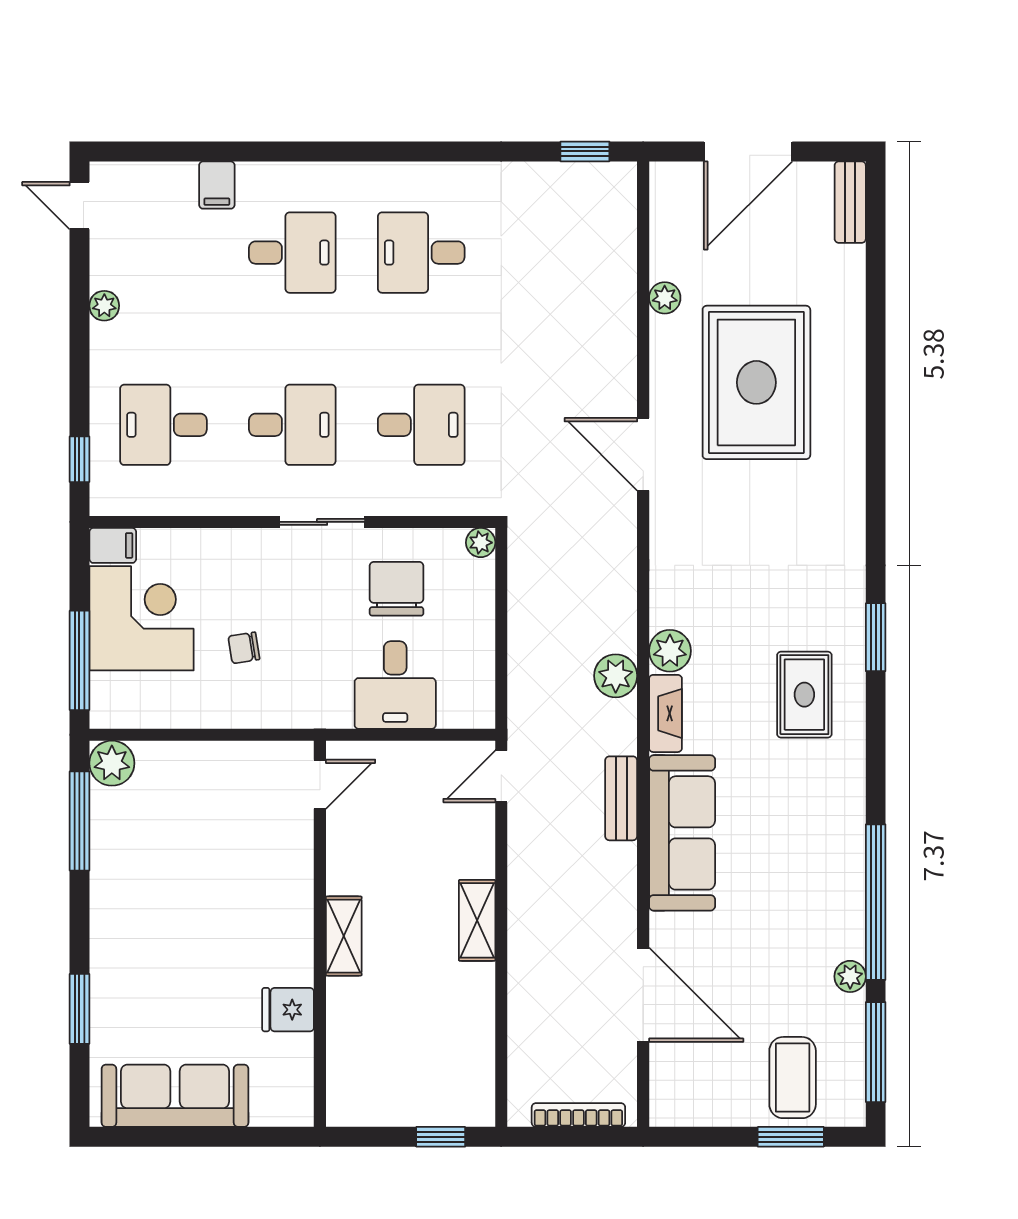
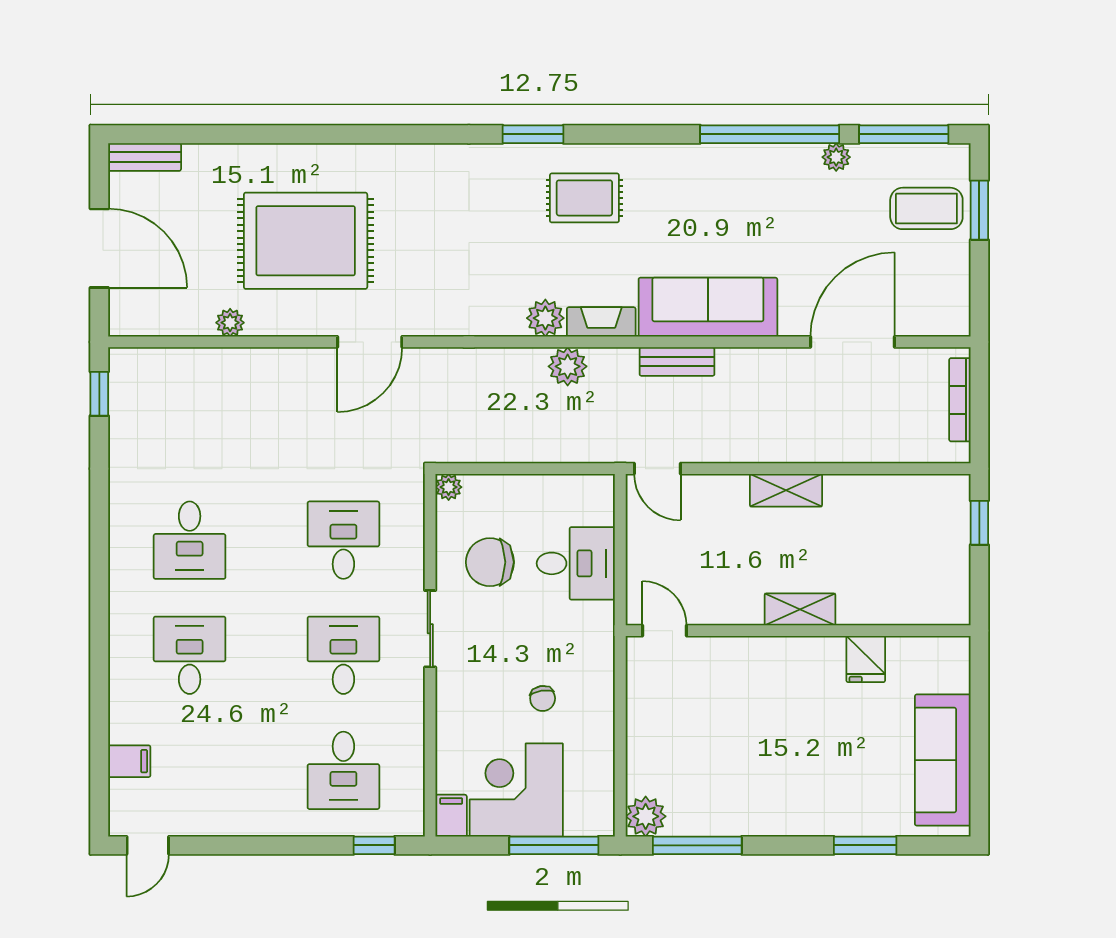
filing cabinet: (217, 185) -> (129, 761), moved
plant: (104, 306) -> (237, 823), removed

